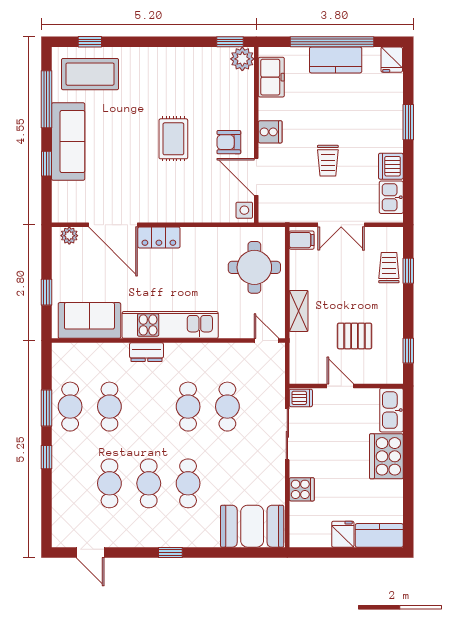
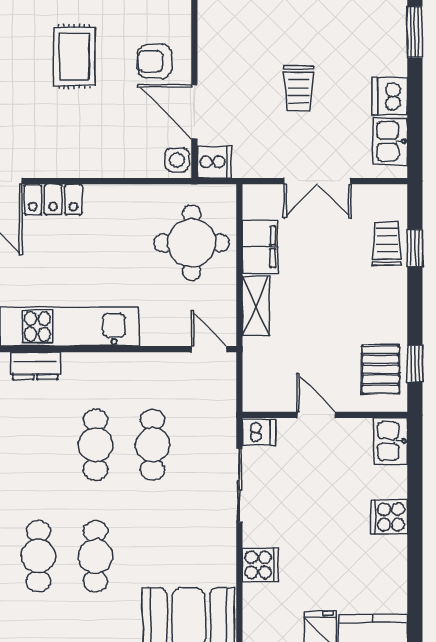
cooker: (270, 132) -> (214, 162), moved
filing cabinet: (302, 240) -> (260, 247), moved, width x2.00
pallet: (355, 336) -> (380, 369), moved, turned 90
kitchen sink: (391, 410) -> (391, 441), width x0.73
cooker: (386, 456) -> (389, 517), width x0.53, depth x0.76

